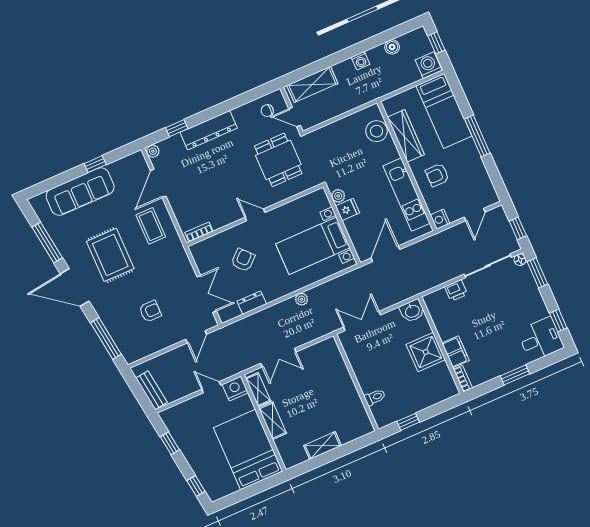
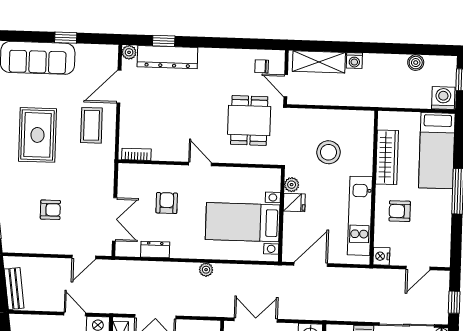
washing machine: (360, 61) -> (354, 60), moved
dresser: (209, 130) -> (167, 57), moved
stool: (377, 131) -> (328, 152), moved
armchair: (243, 260) -> (167, 203), turned -47

